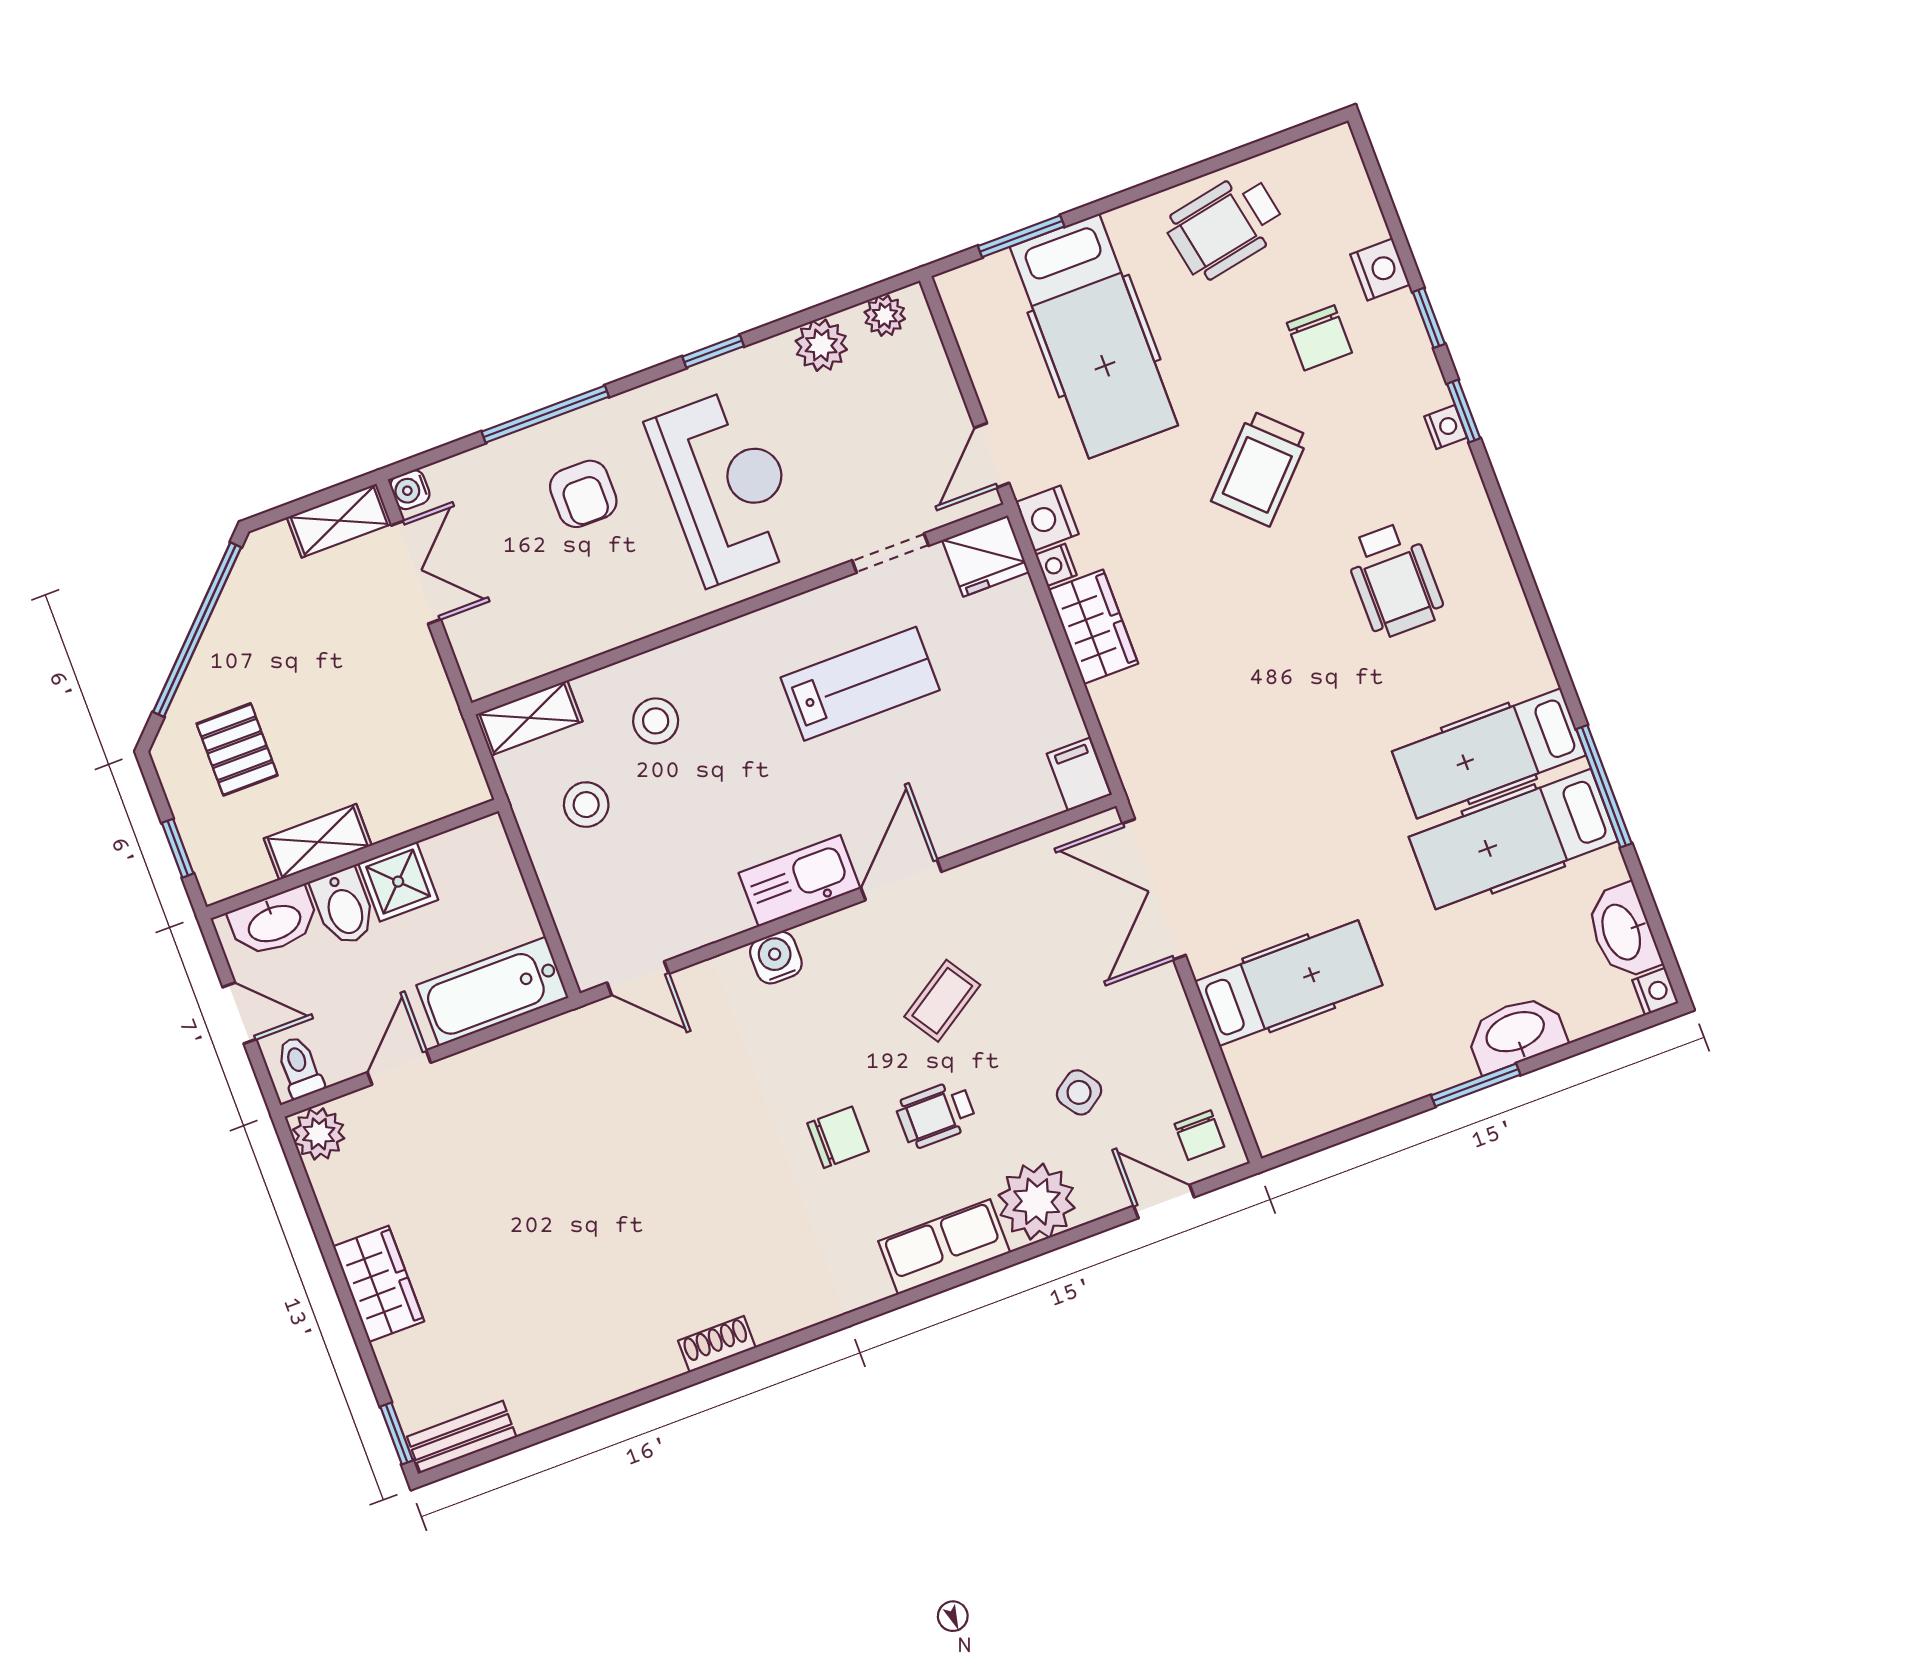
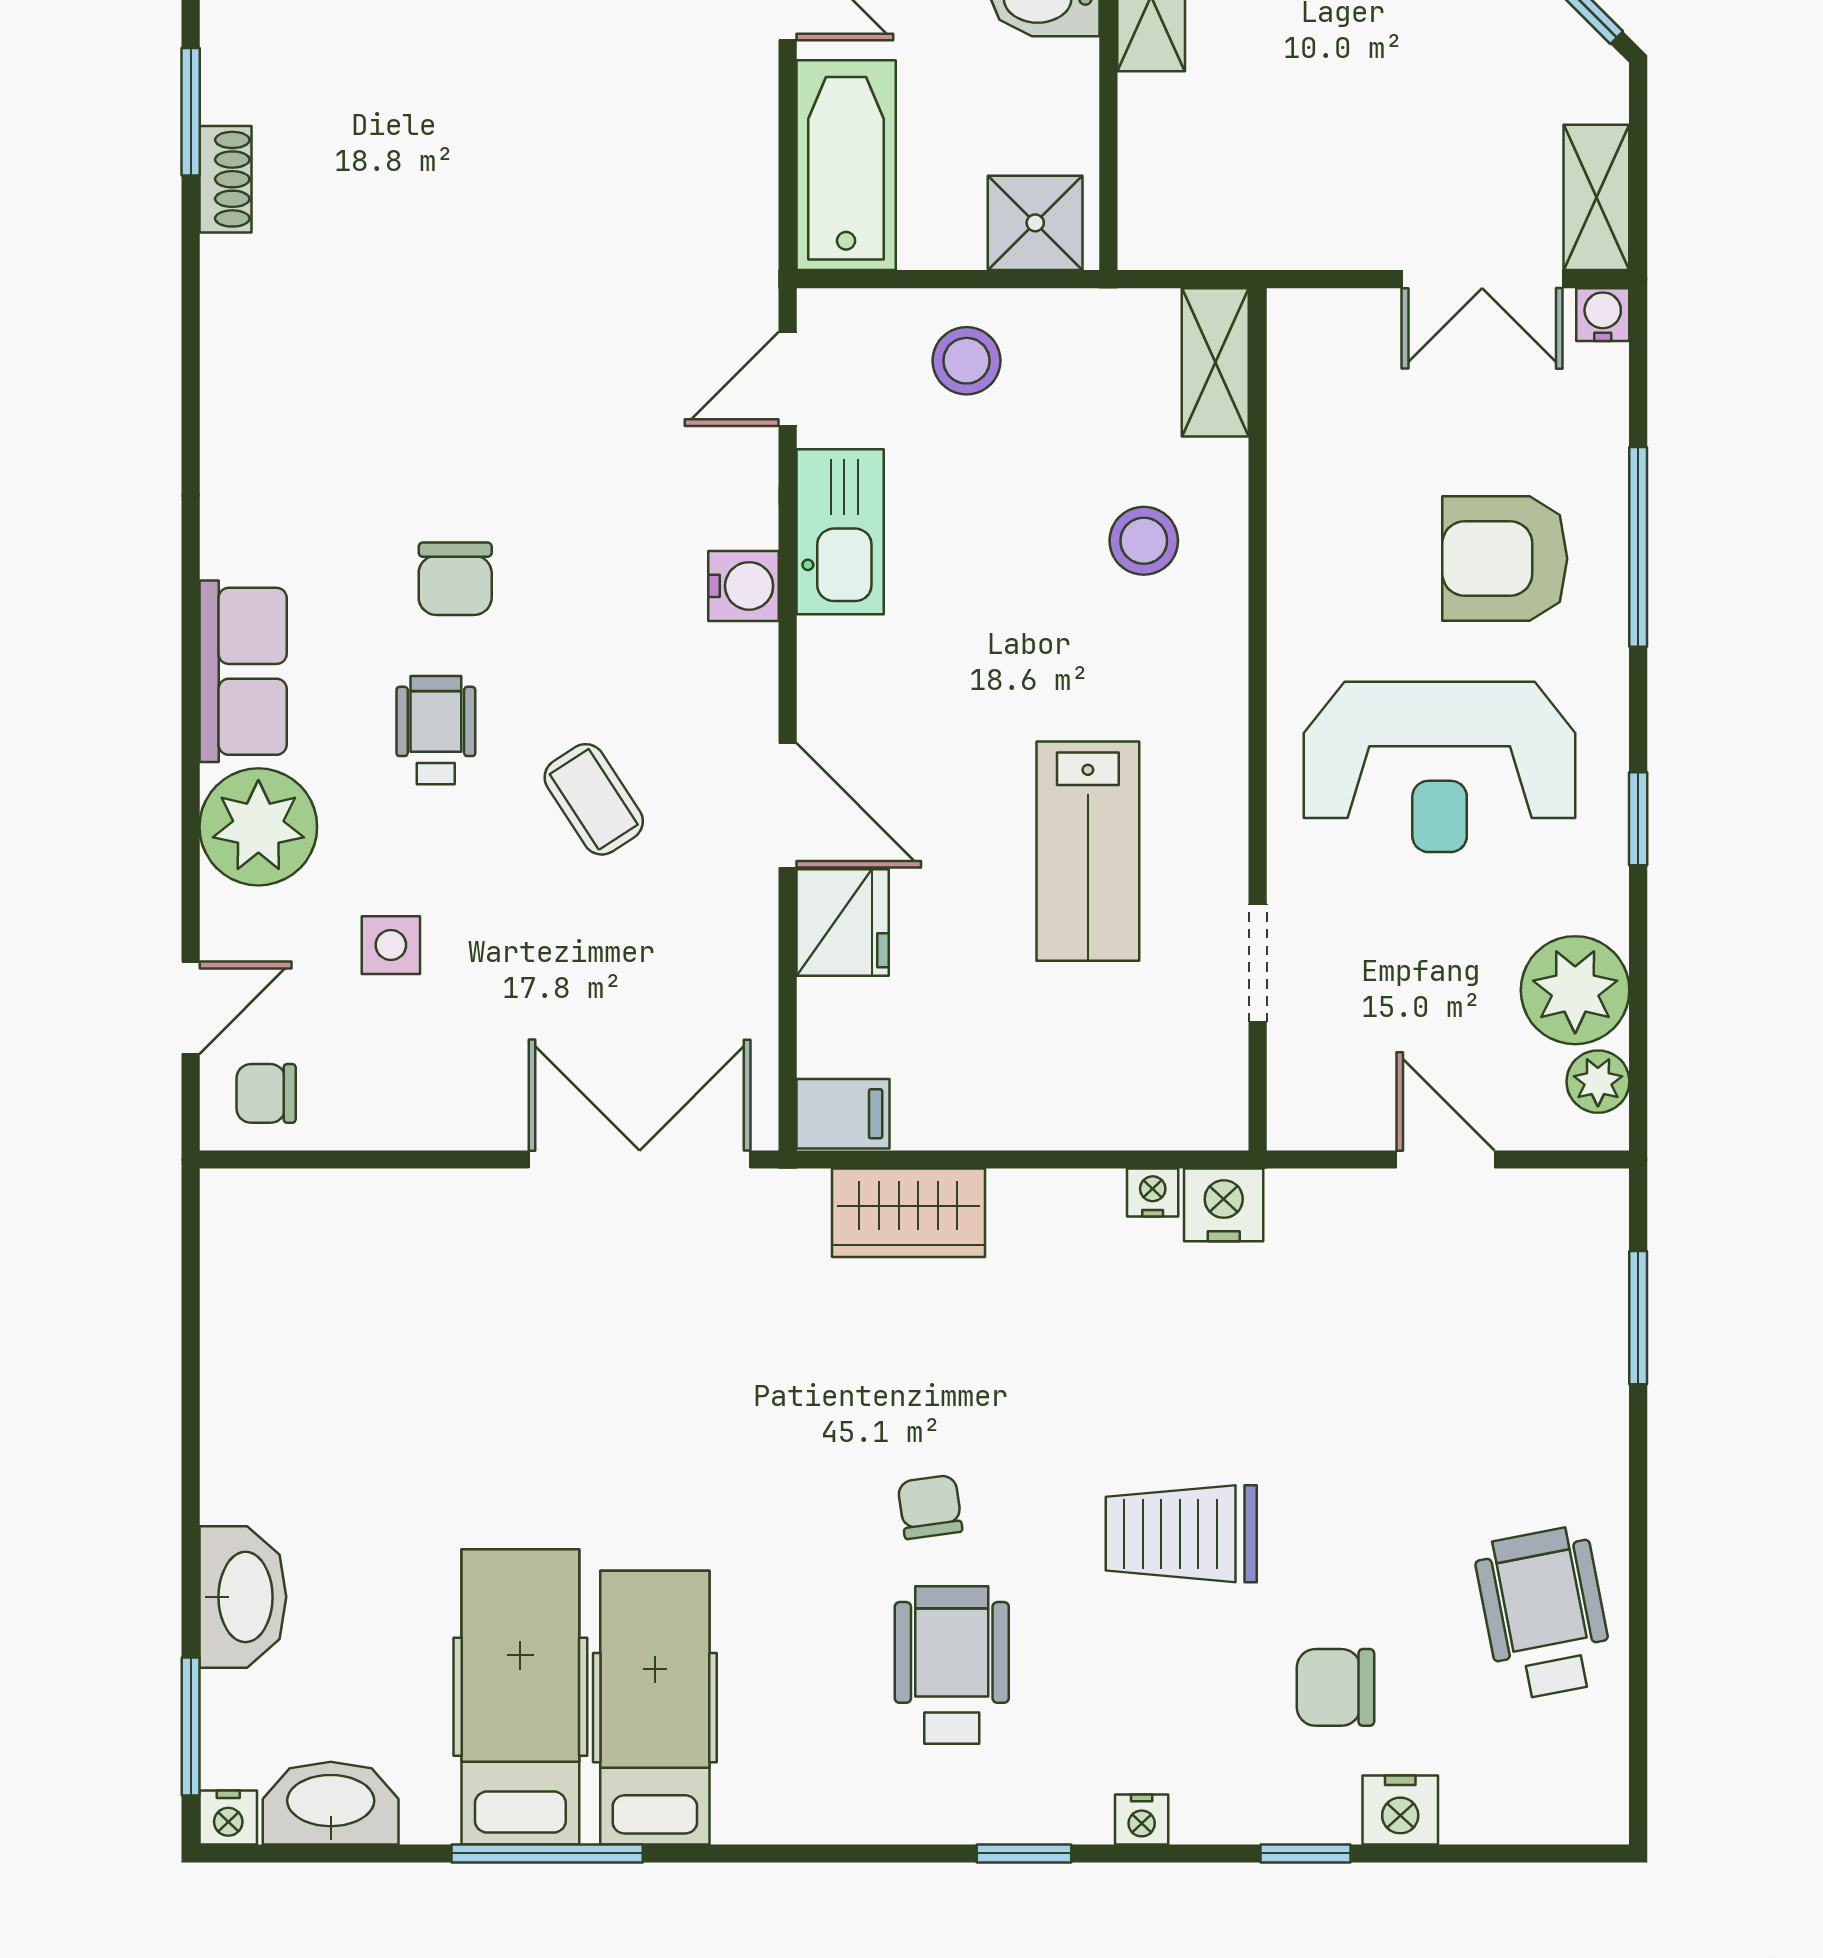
hospital bed: (1094, 336) -> (1458, 1368), removed
plant: (821, 345) -> (1575, 990), width x1.36, depth x1.36
window: (1464, 411) -> (1024, 1853), moved
door: (992, 455) -> (1445, 1160), moved
trolley: (1260, 468) -> (1181, 1534), turned -44
armchair: (583, 494) -> (1505, 559), width x1.38, depth x1.38
fridge: (986, 556) -> (843, 922), moved, turned 180
wheelchair: (1394, 580) -> (952, 1665), turned 90
wardrobe: (1093, 627) -> (908, 1213), moved
chair: (1302, 630) -> (930, 1507), added
stool: (586, 805) -> (966, 361), moved
kitchen sink: (800, 881) -> (840, 532), moved
shower: (398, 882) -> (1035, 223), moved
hospital bed: (1289, 983) -> (435, 1301), removed
window: (1476, 1085) -> (191, 1727), moved
side table: (1079, 1092) -> (391, 945), turned 35
shoe rack: (717, 1344) -> (226, 179), moved
window: (611, 1408) -> (191, 112), added

